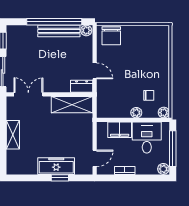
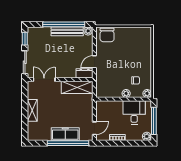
door: (95, 71) -> (94, 62), swing flipped
filing cabinet: (120, 130) -> (113, 107), removed
window: (60, 178) -> (68, 143), width x3.17

